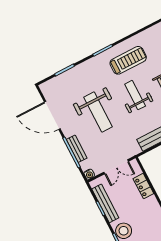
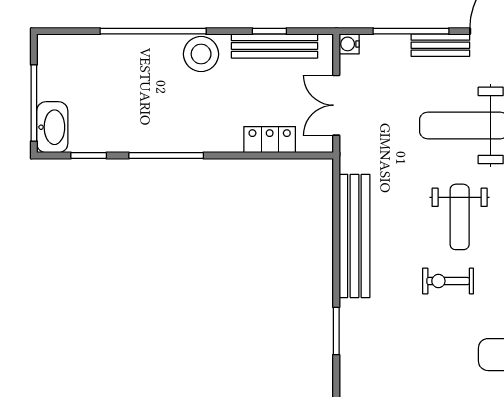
weight bench: (135, 95) -> (460, 217), turned 90
bench: (77, 149) -> (440, 45), moved

